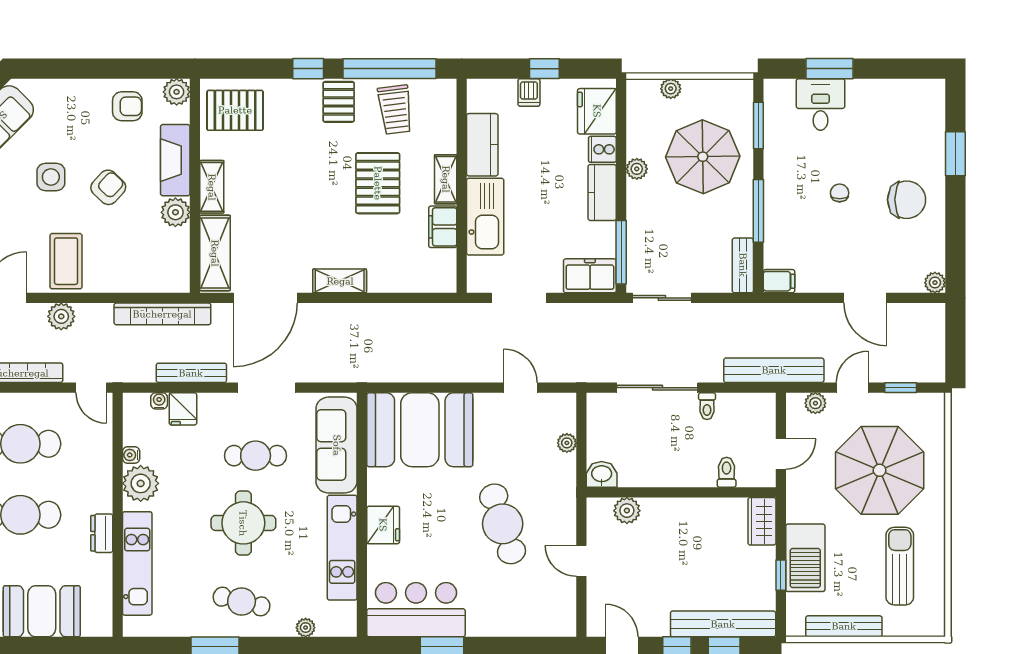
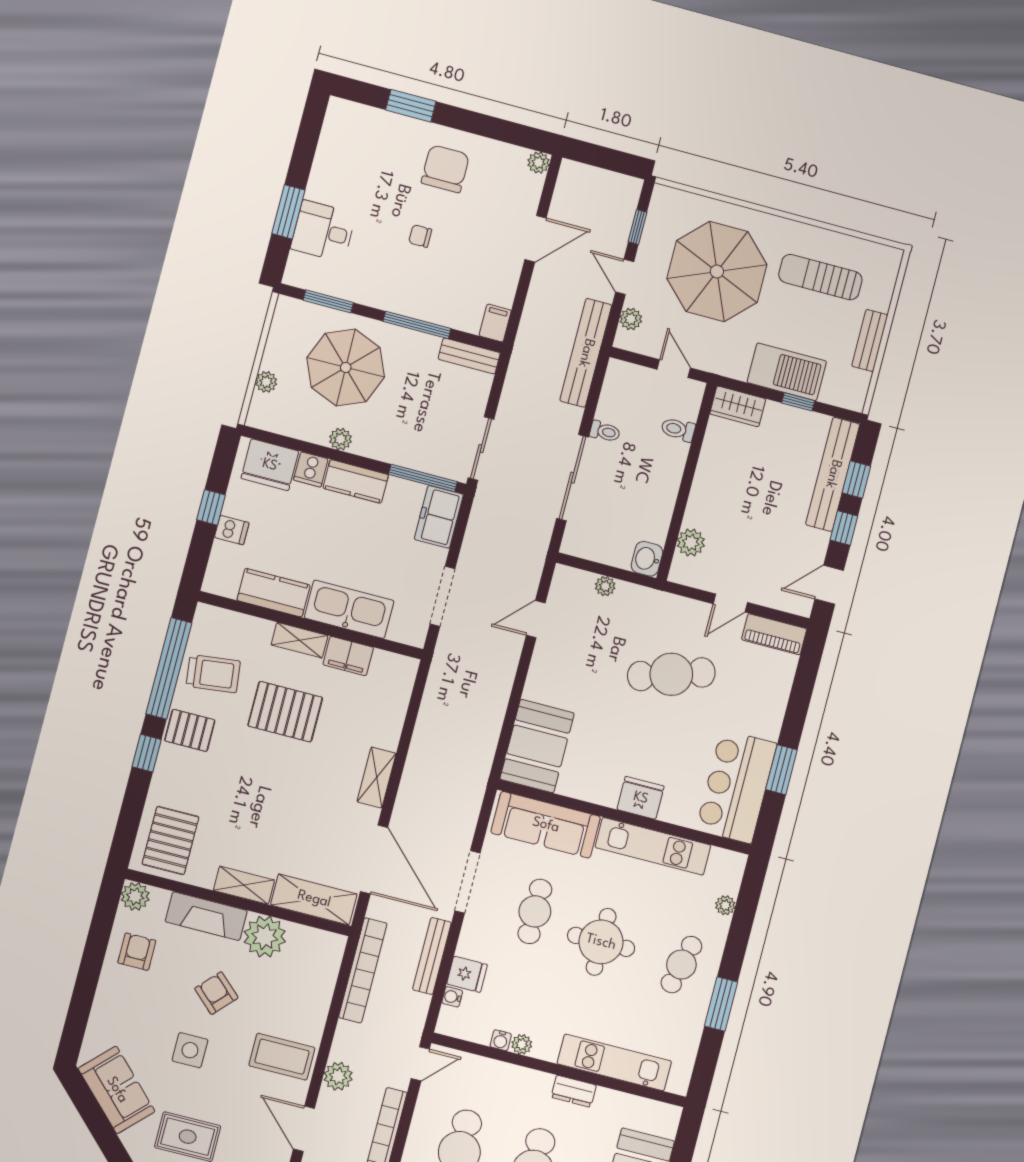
plant: (175, 212) -> (265, 937), width x1.36, depth x1.36
booth: (420, 430) -> (537, 746), width x0.73, depth x0.70
plant: (141, 483) -> (522, 1044), width x0.53, depth x0.53
piano: (563, 608) -> (774, 634), added
bench: (844, 626) -> (870, 341), width x0.73

